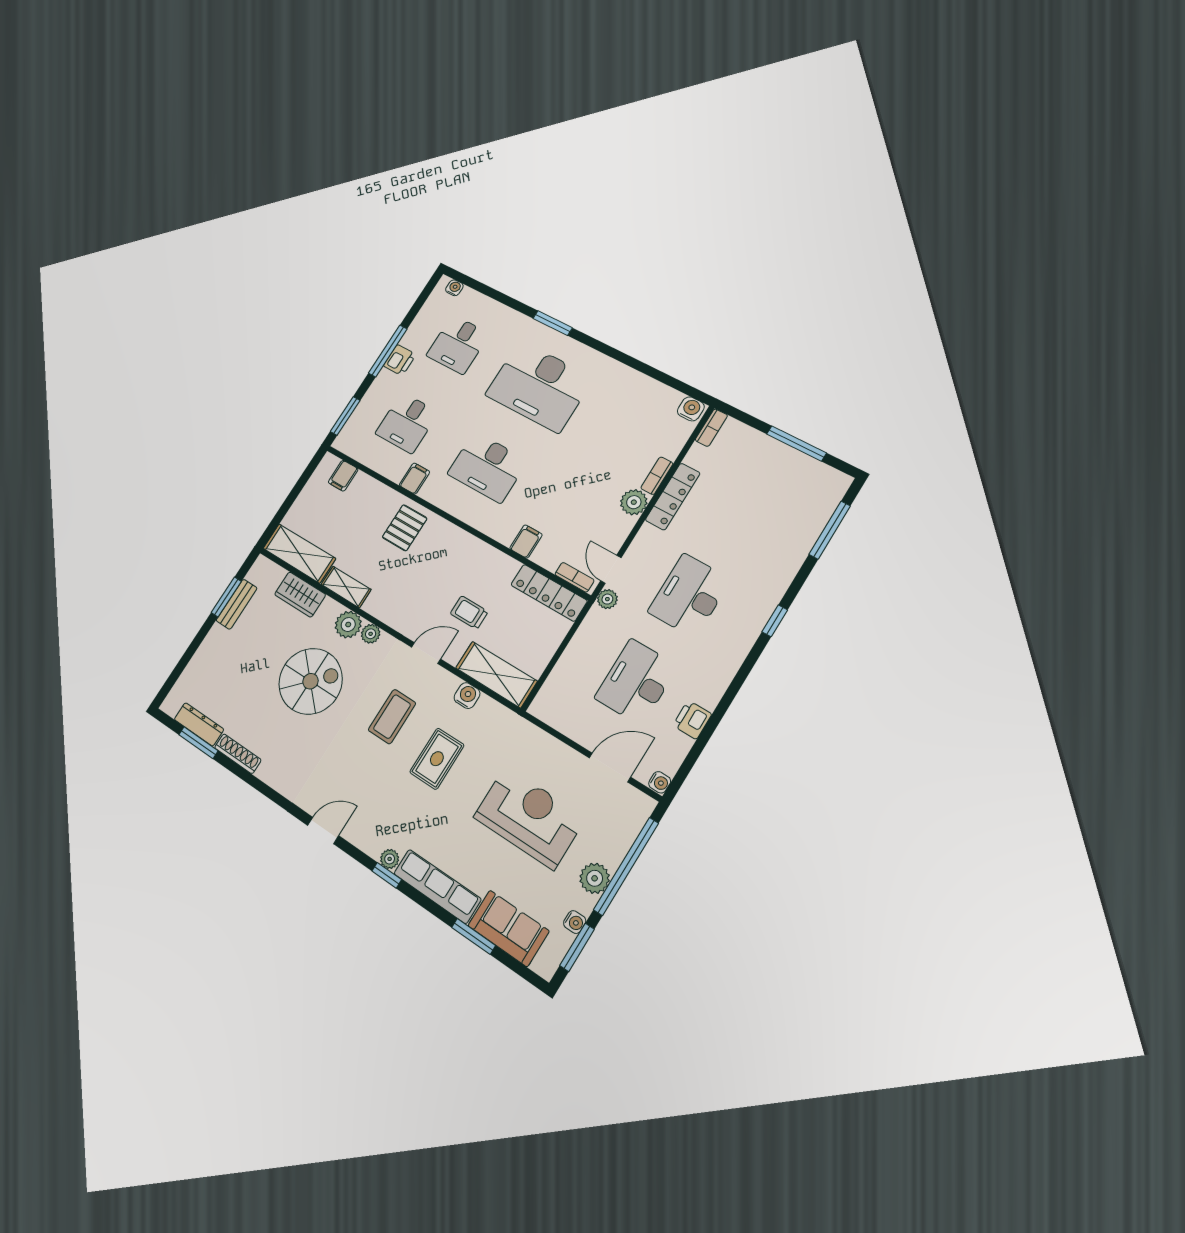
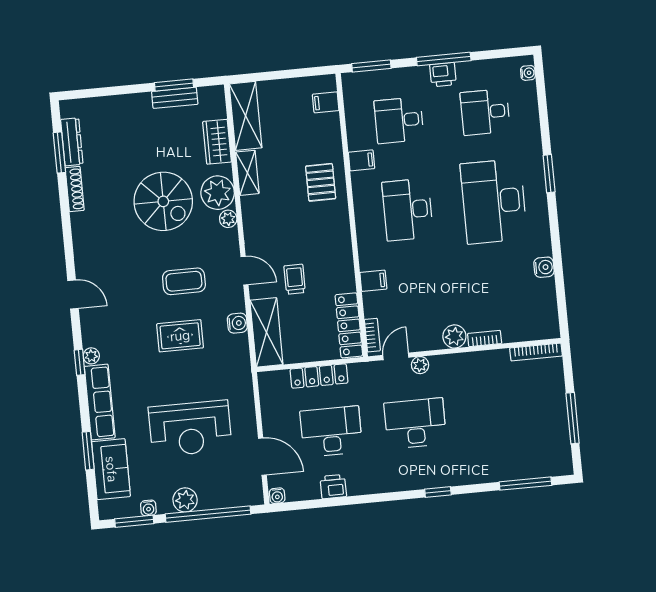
water cooler: (691, 409) -> (544, 267), moved
bookcase: (711, 428) -> (536, 352), width x1.56
locker: (673, 497) -> (319, 376), moved
pallet: (405, 528) -> (321, 182), turned 90
plant: (607, 599) -> (420, 365), moved
plant: (348, 625) -> (218, 193), width x1.36, depth x1.36
reception desk: (529, 817) -> (190, 428), turned 90

